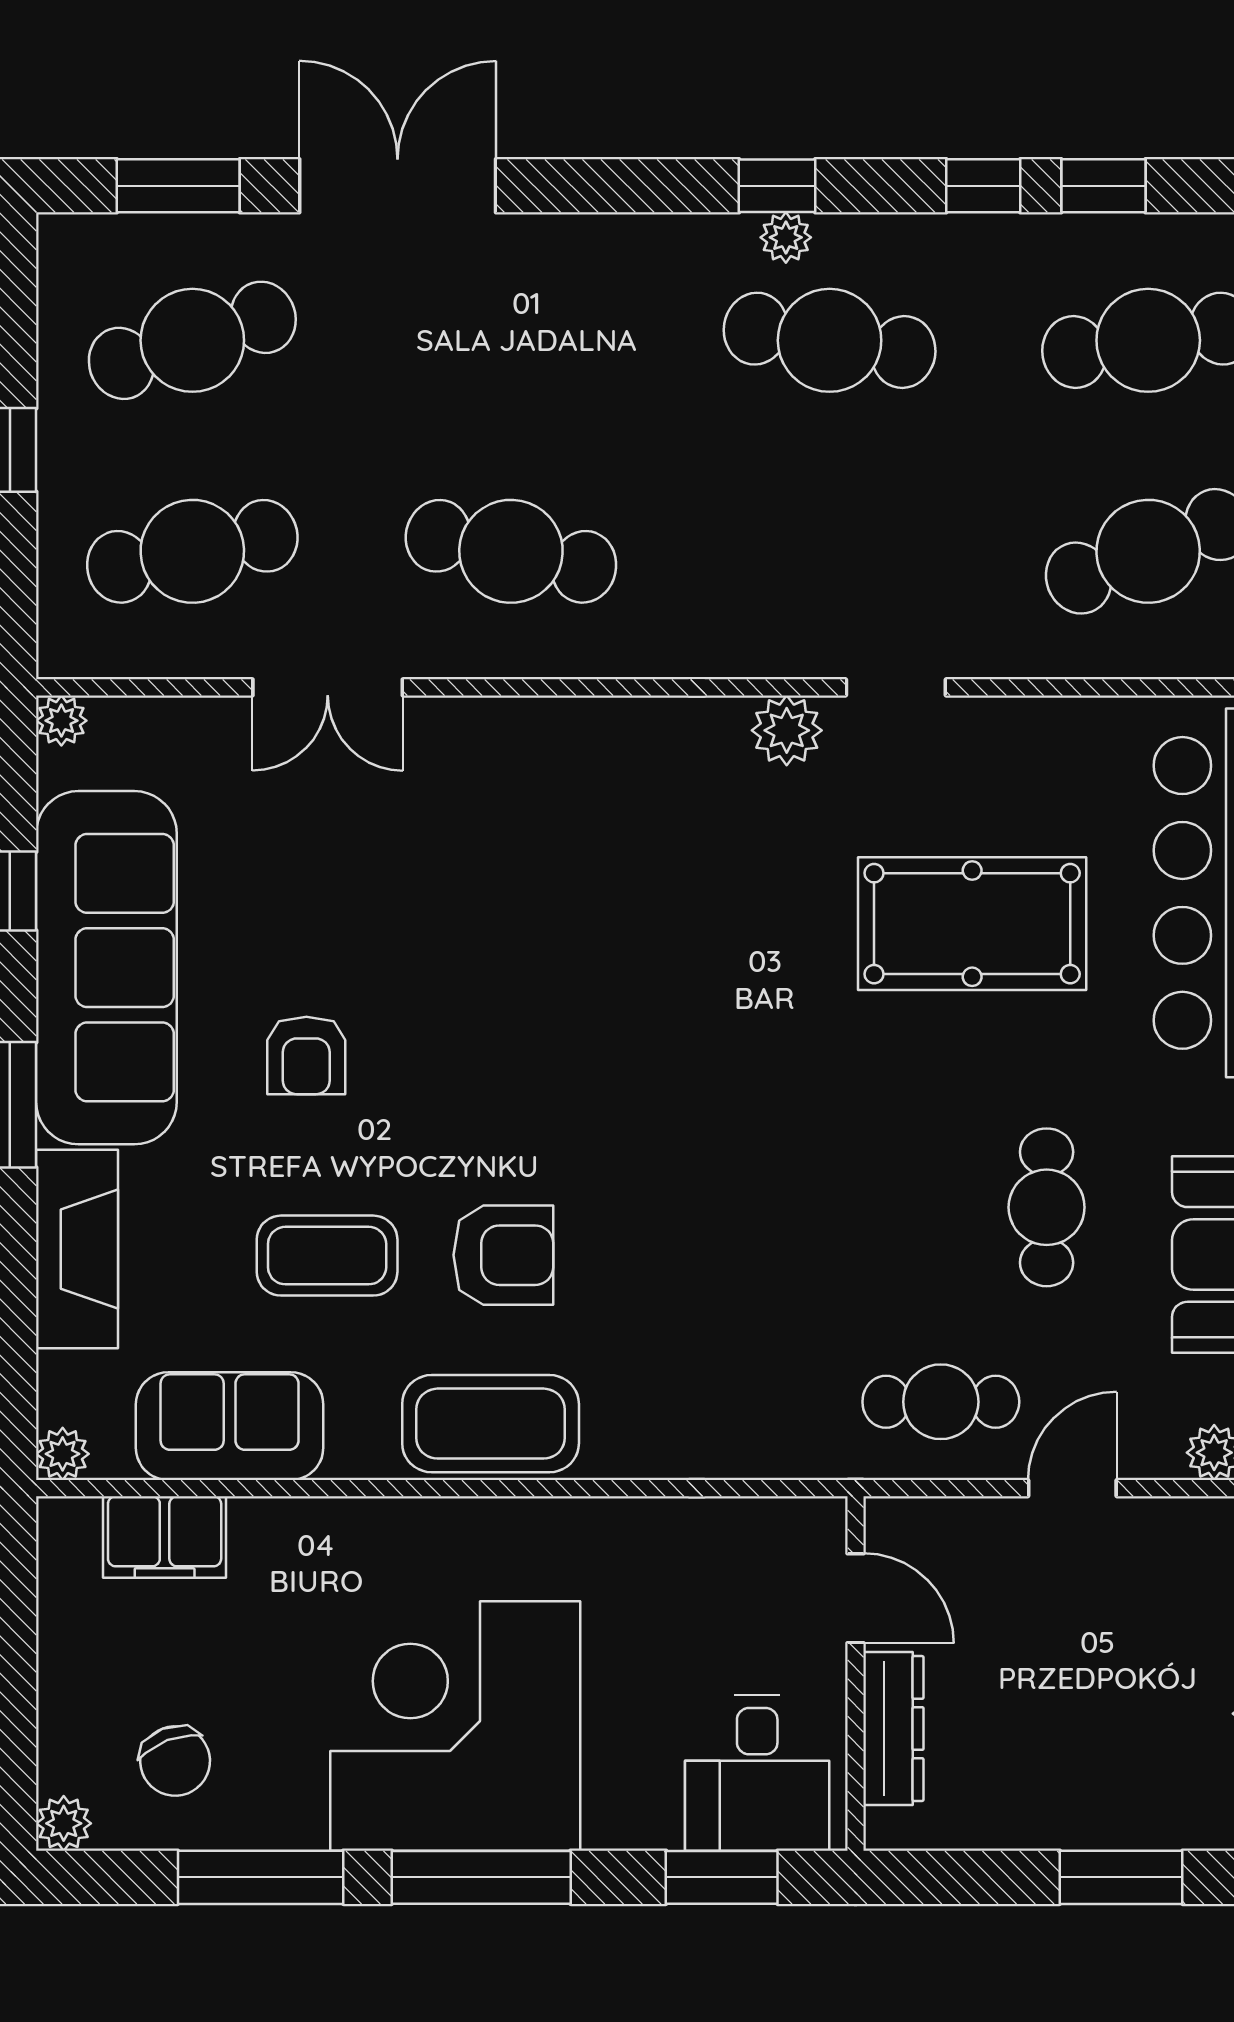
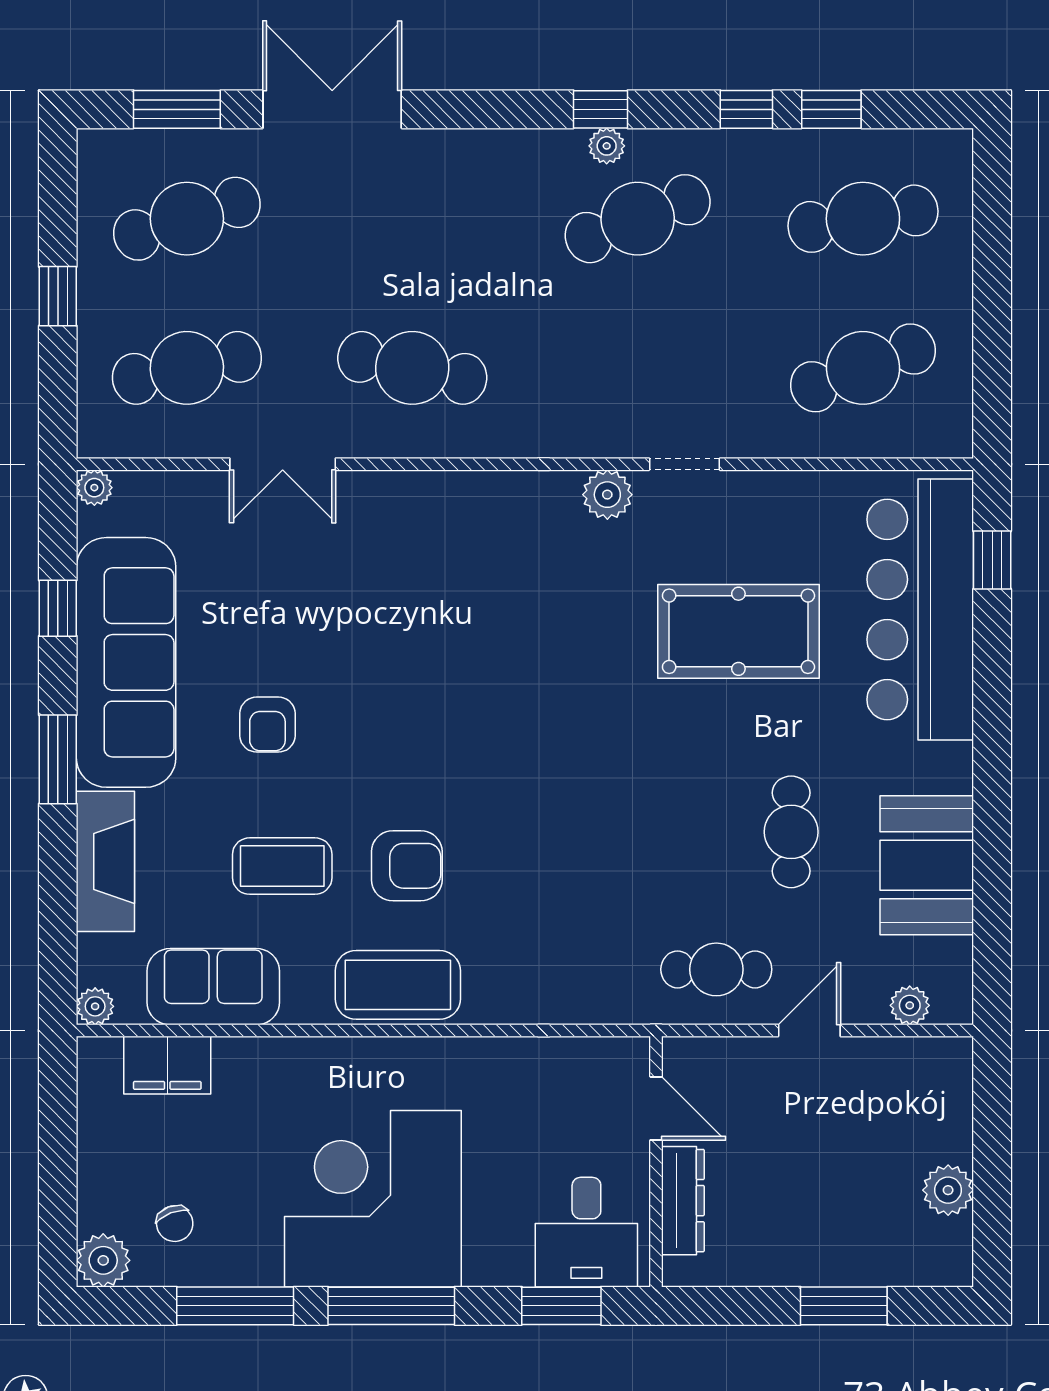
cafe table: (830, 340) -> (638, 219), turned -30
chair: (175, 1761) -> (175, 1224), width x0.73, depth x0.73
plant: (64, 1823) -> (103, 1260), width x1.38, depth x1.38

